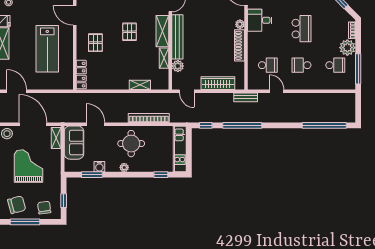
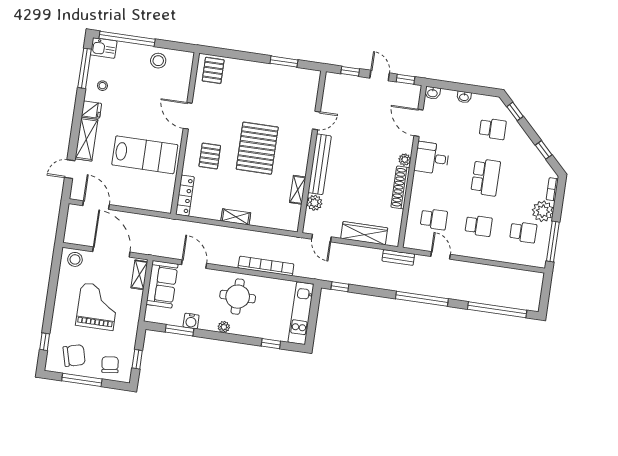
shelving: (162, 31) -> (301, 154), removed
pallet: (130, 32) -> (257, 148), width x2.05, depth x2.00
lab bench: (47, 49) -> (145, 155), turned -90
school desk: (302, 65) -> (479, 226), turned 180
shelving: (140, 85) -> (236, 217), moved
window: (242, 125) -> (422, 299), moved

